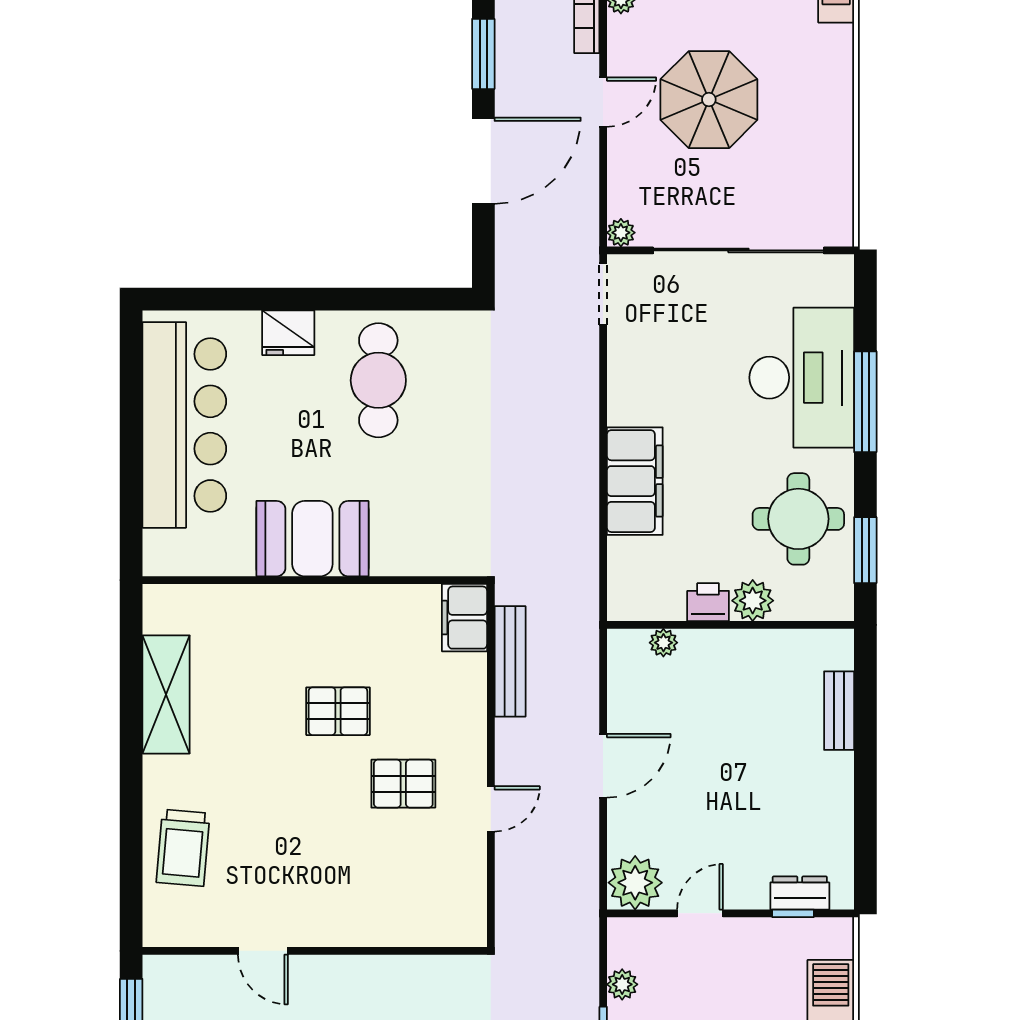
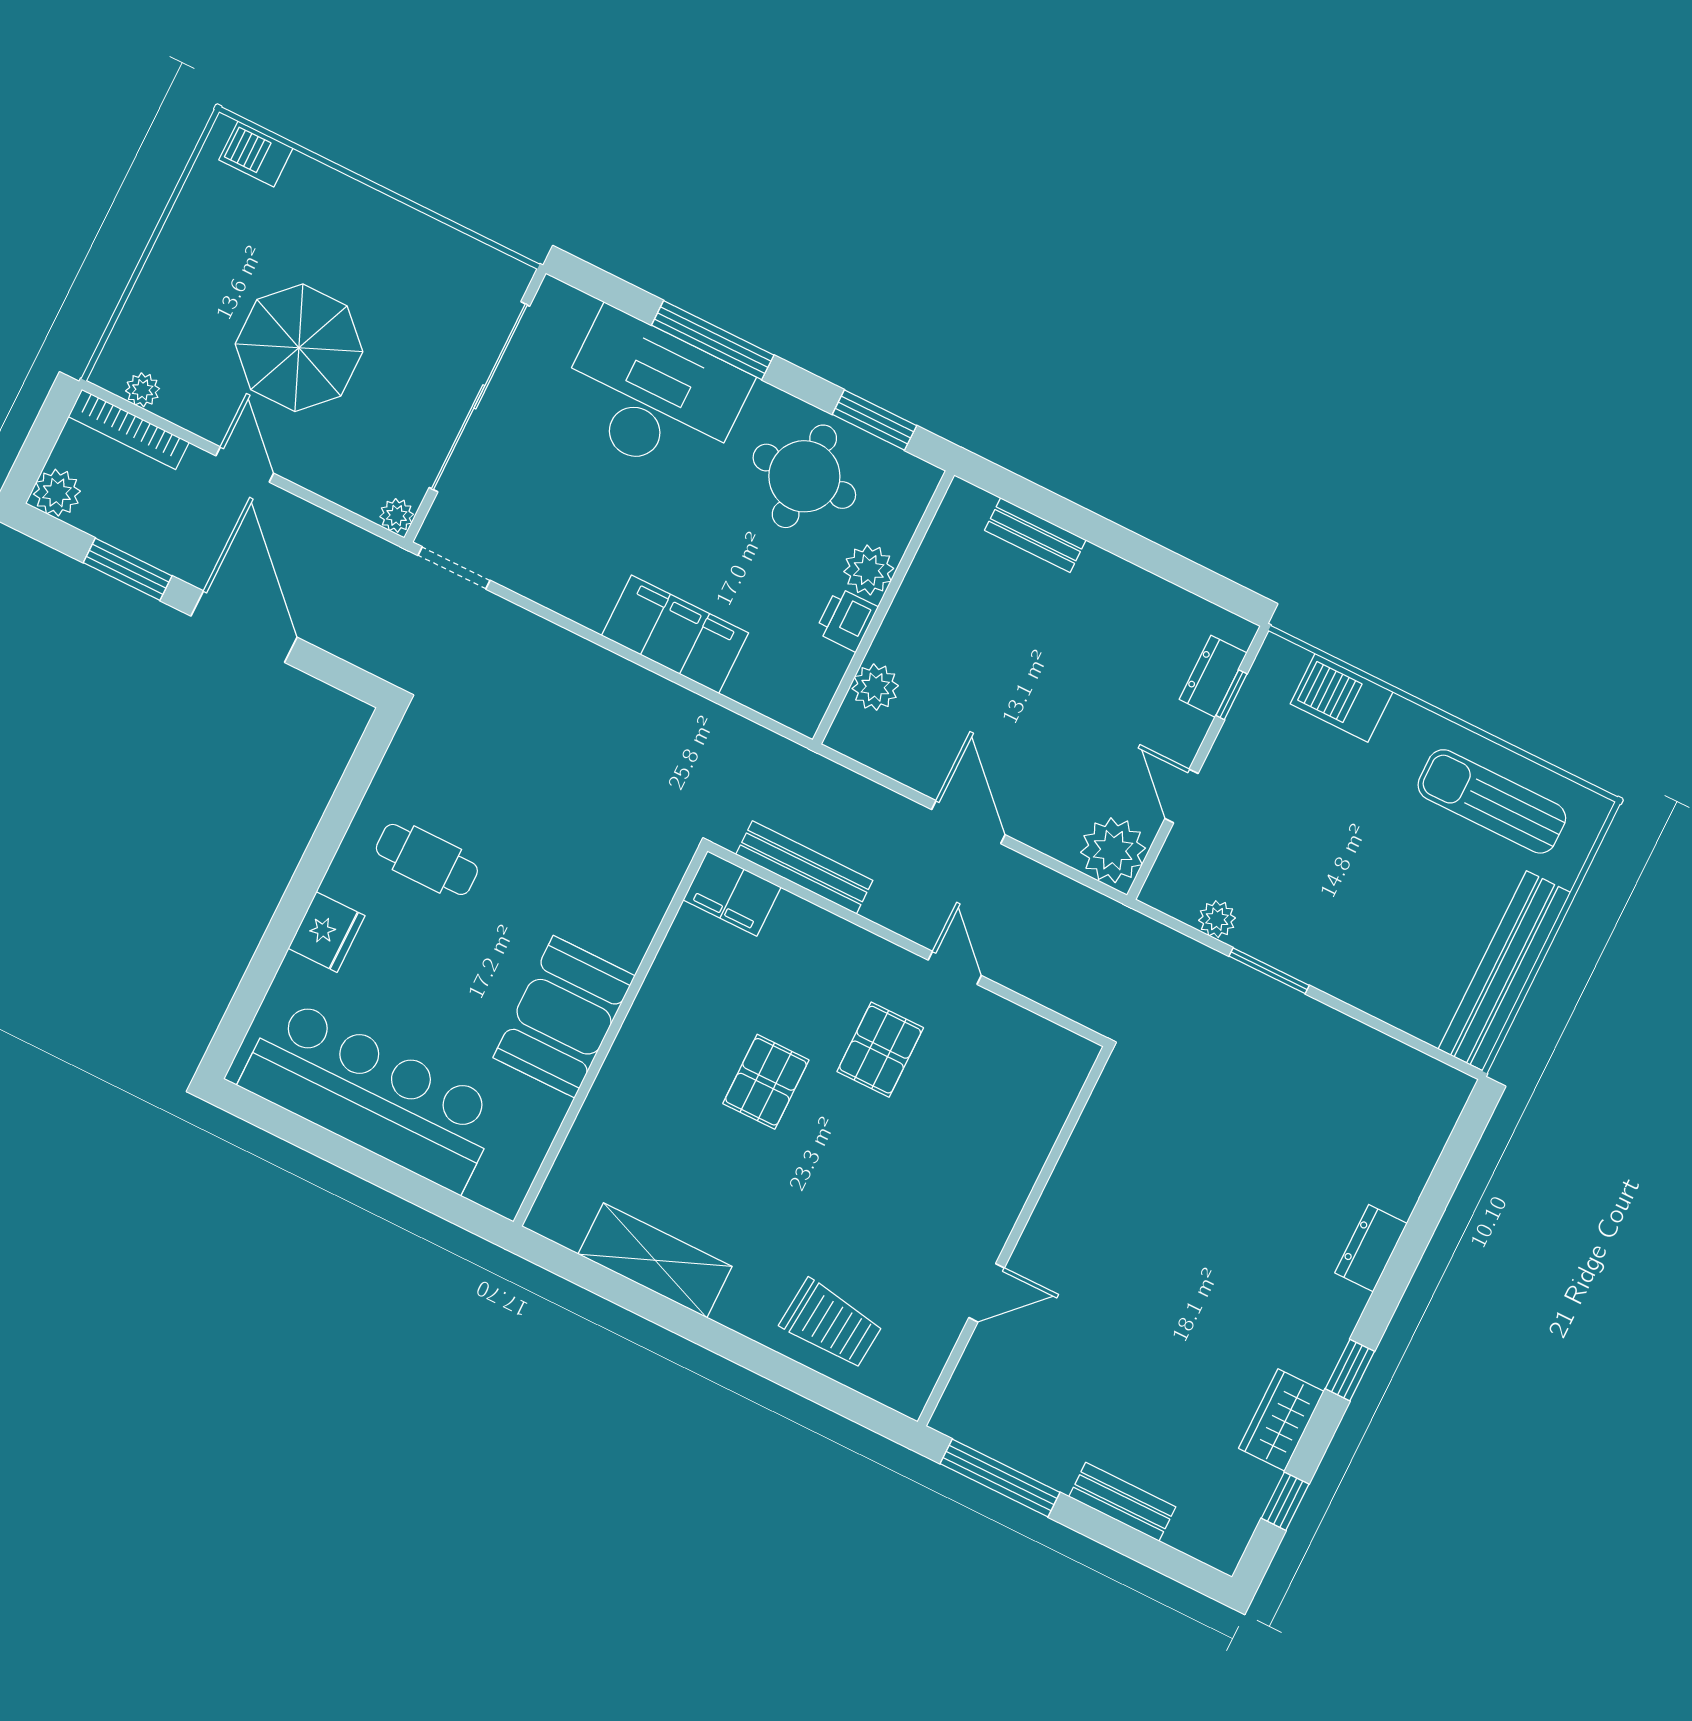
cafe table: (378, 380) -> (427, 859), width x0.73, depth x0.74
plant: (663, 643) -> (875, 687), width x1.38, depth x1.38

